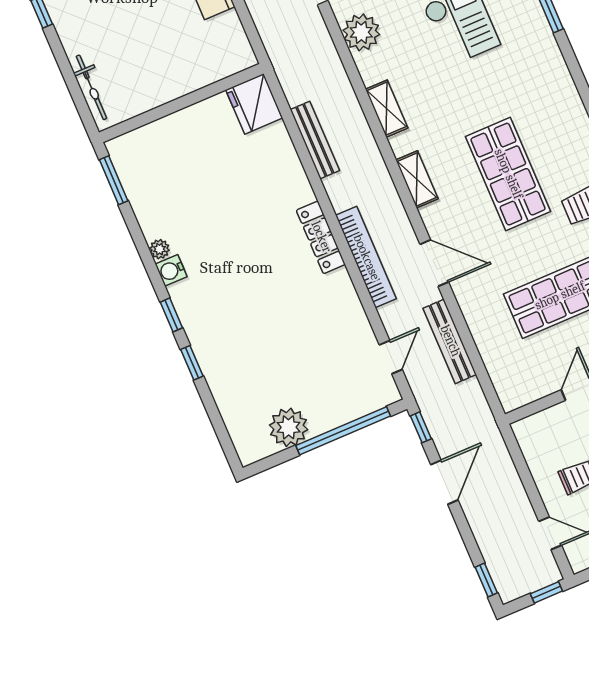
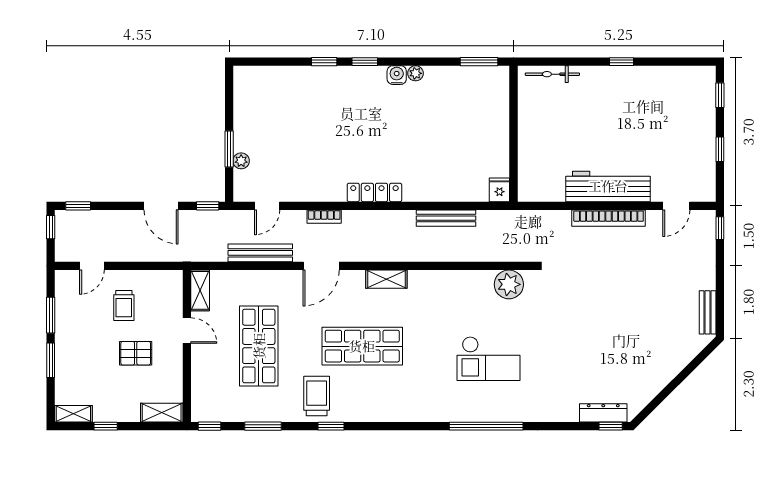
fridge: (254, 104) -> (499, 190), width x0.53, depth x0.75
shelving: (387, 109) -> (200, 290), moved, turned 90
bookcase: (366, 257) -> (324, 217), width x0.43, depth x0.76
door: (391, 357) -> (267, 206), hinge flipped
plant: (289, 427) -> (241, 161), moved, width x0.53, depth x0.53
window: (343, 431) -> (229, 149), width x0.47
window: (546, 592) -> (51, 227), moved

